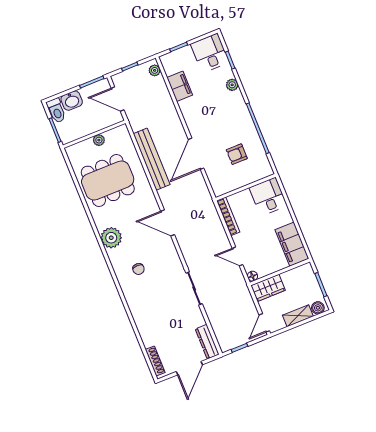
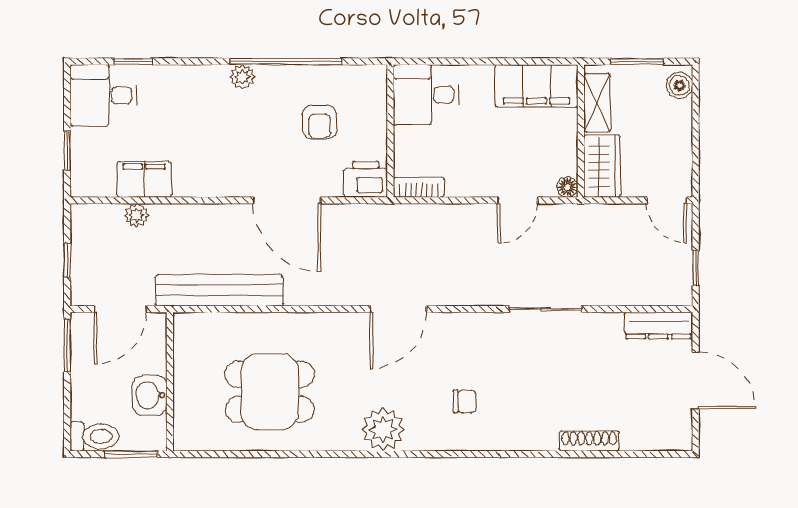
plant: (155, 70) -> (137, 215), moved
plant: (232, 85) -> (242, 77), moved
washbasin: (72, 101) -> (150, 395), moved, turned 180
plant: (99, 140) -> (185, 377), removed
bench: (152, 159) -> (219, 290), moved
dining table: (108, 180) -> (270, 392), width x0.73
printer: (220, 185) -> (366, 179), added
bookcase: (228, 216) -> (419, 187), width x0.64
shelving: (298, 316) -> (597, 103), moved
shoe rack: (155, 361) -> (589, 441), moved

